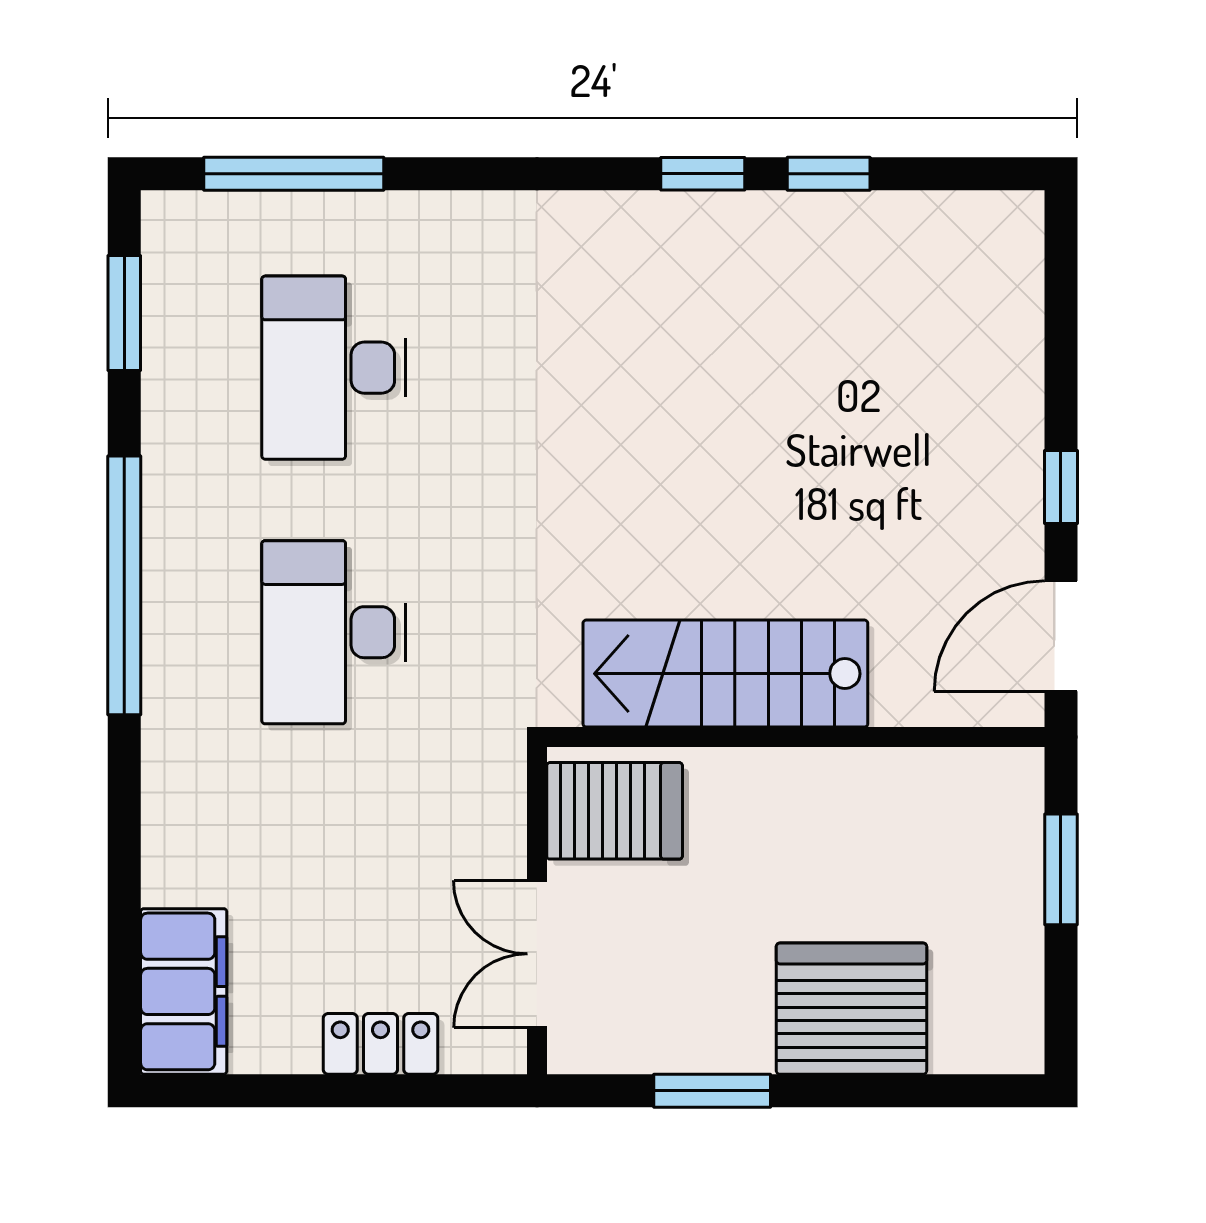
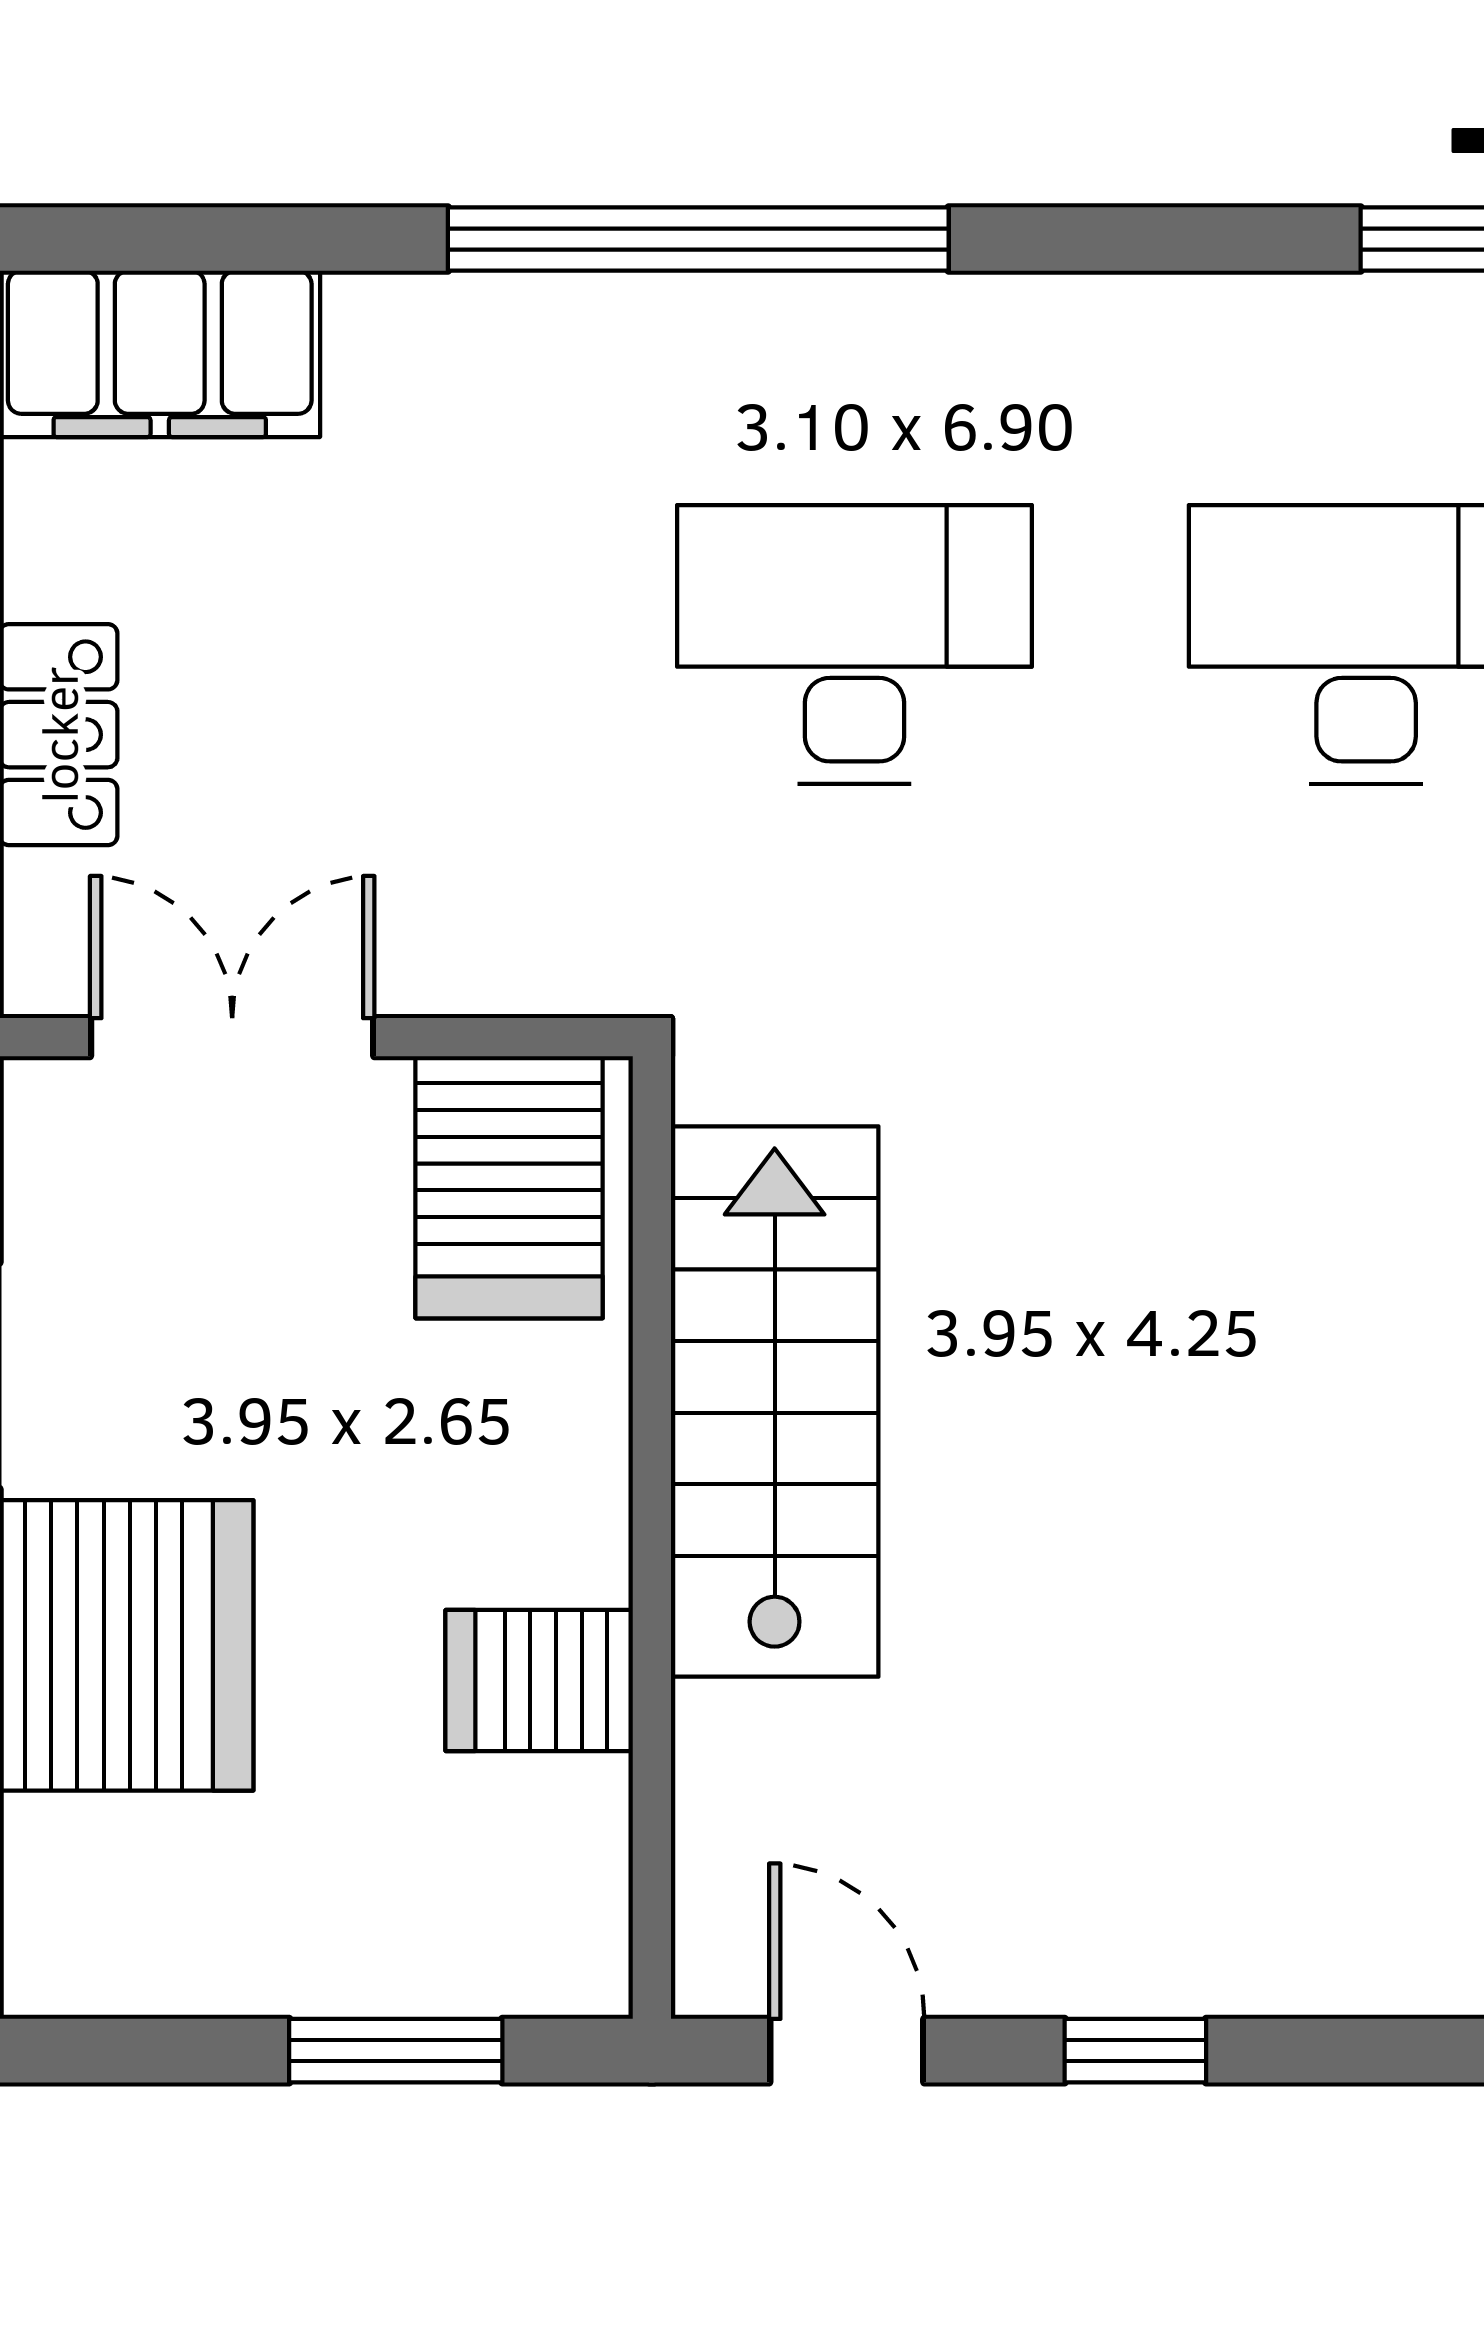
window: (124, 585) -> (698, 239), moved
door: (1061, 636) -> (847, 2051), width x0.73
server rack: (870, 795) -> (539, 1681), added

